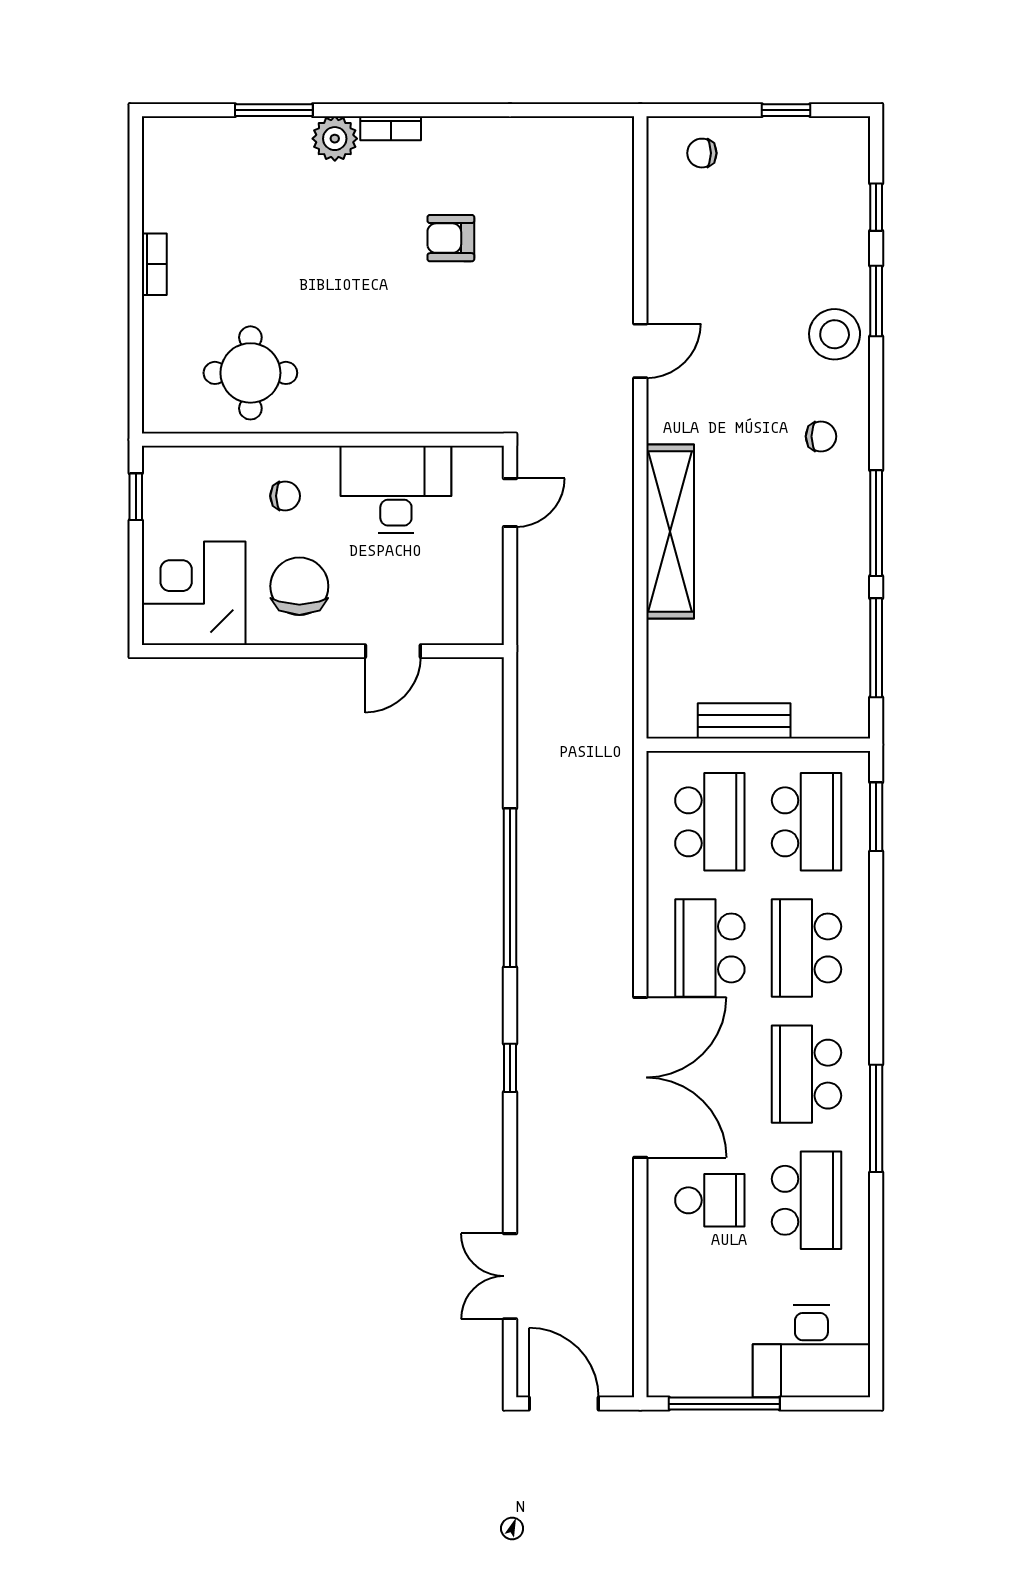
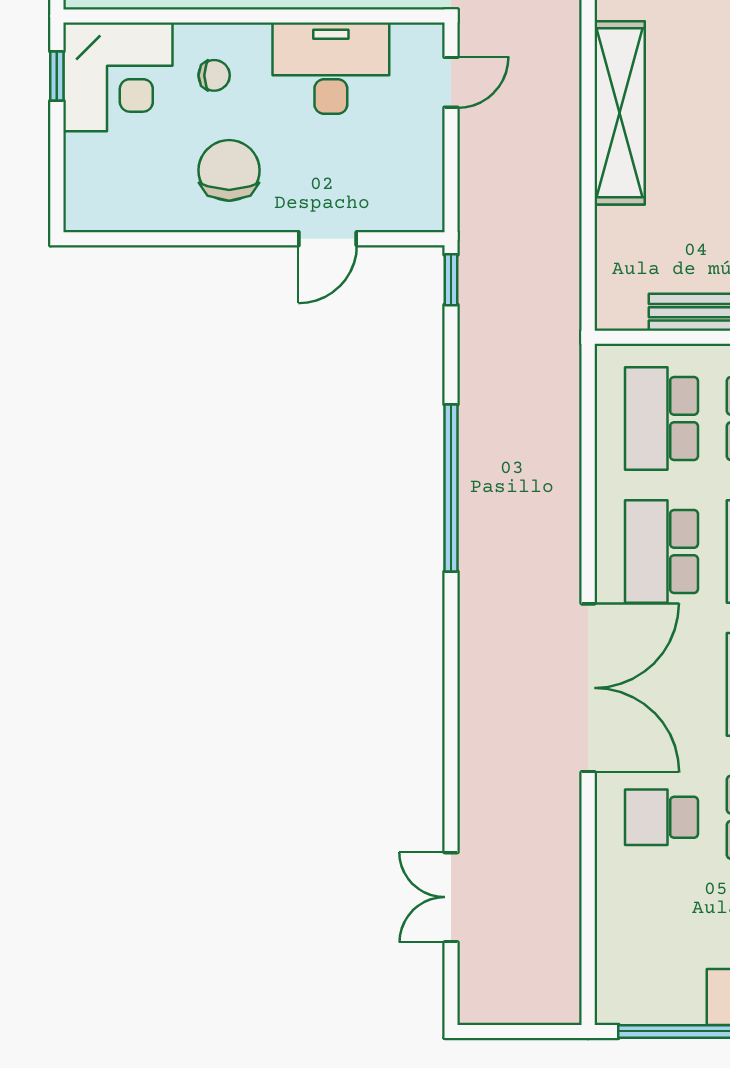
corner desk: (194, 593) -> (118, 77), moved, turned 180
school desk: (710, 822) -> (662, 419), turned 180
window: (510, 1068) -> (451, 280), moved
school desk: (710, 1200) -> (662, 817), turned 180
door: (564, 1404) -> (508, 1031), removed

